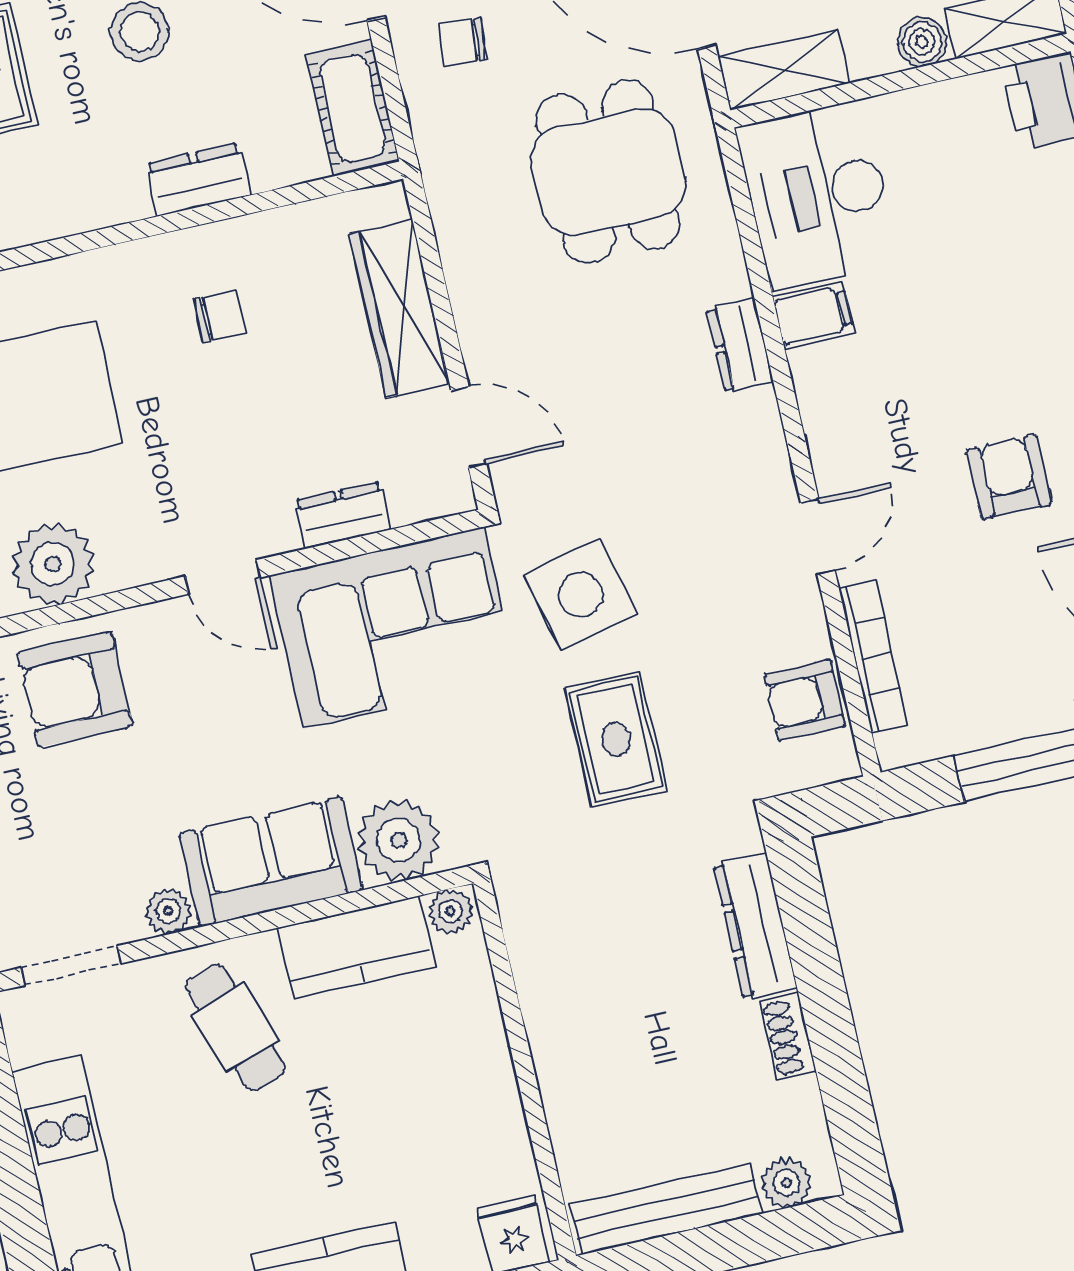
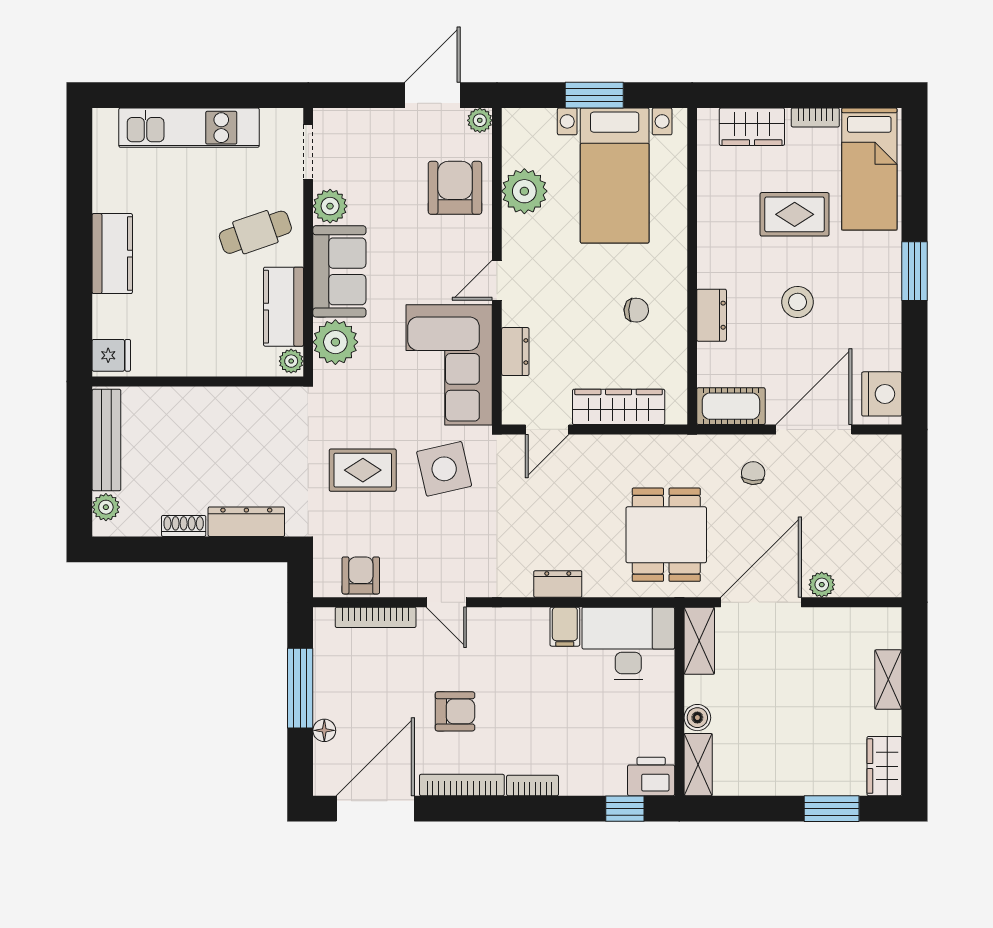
dining table: (608, 172) -> (666, 535), turned 90
chair: (220, 316) -> (636, 310), turned -87
plant: (168, 911) -> (330, 206), width x1.38, depth x1.38

